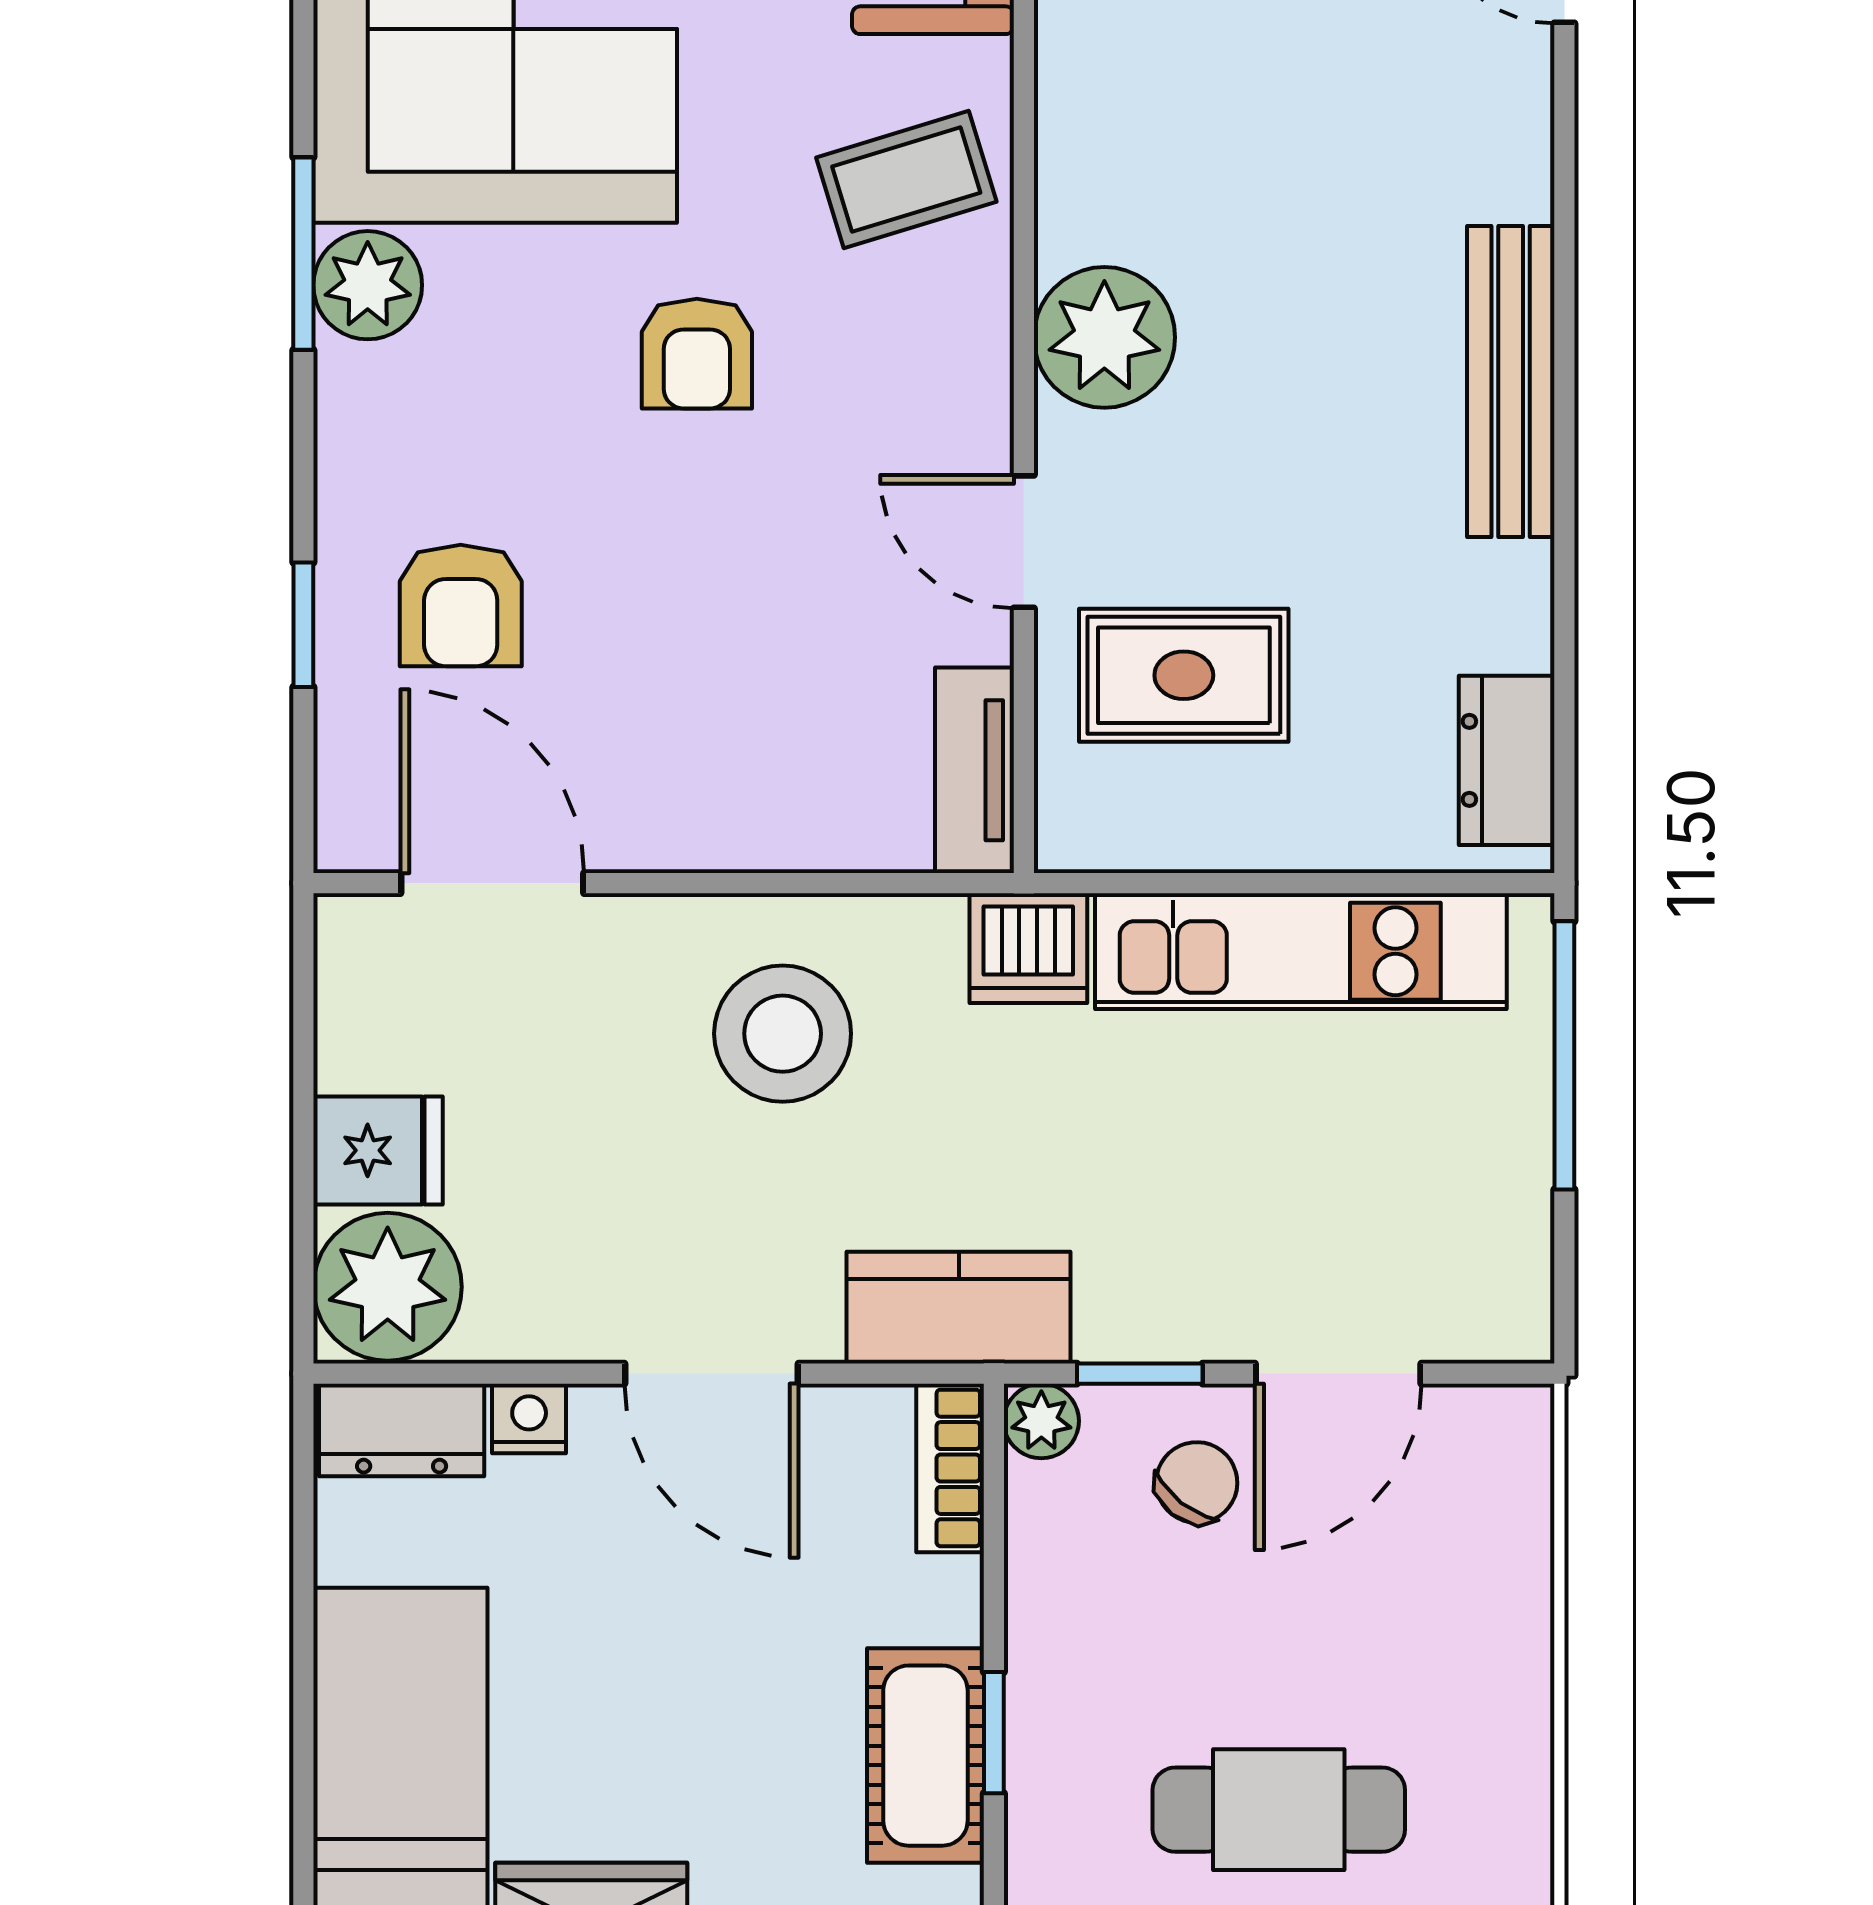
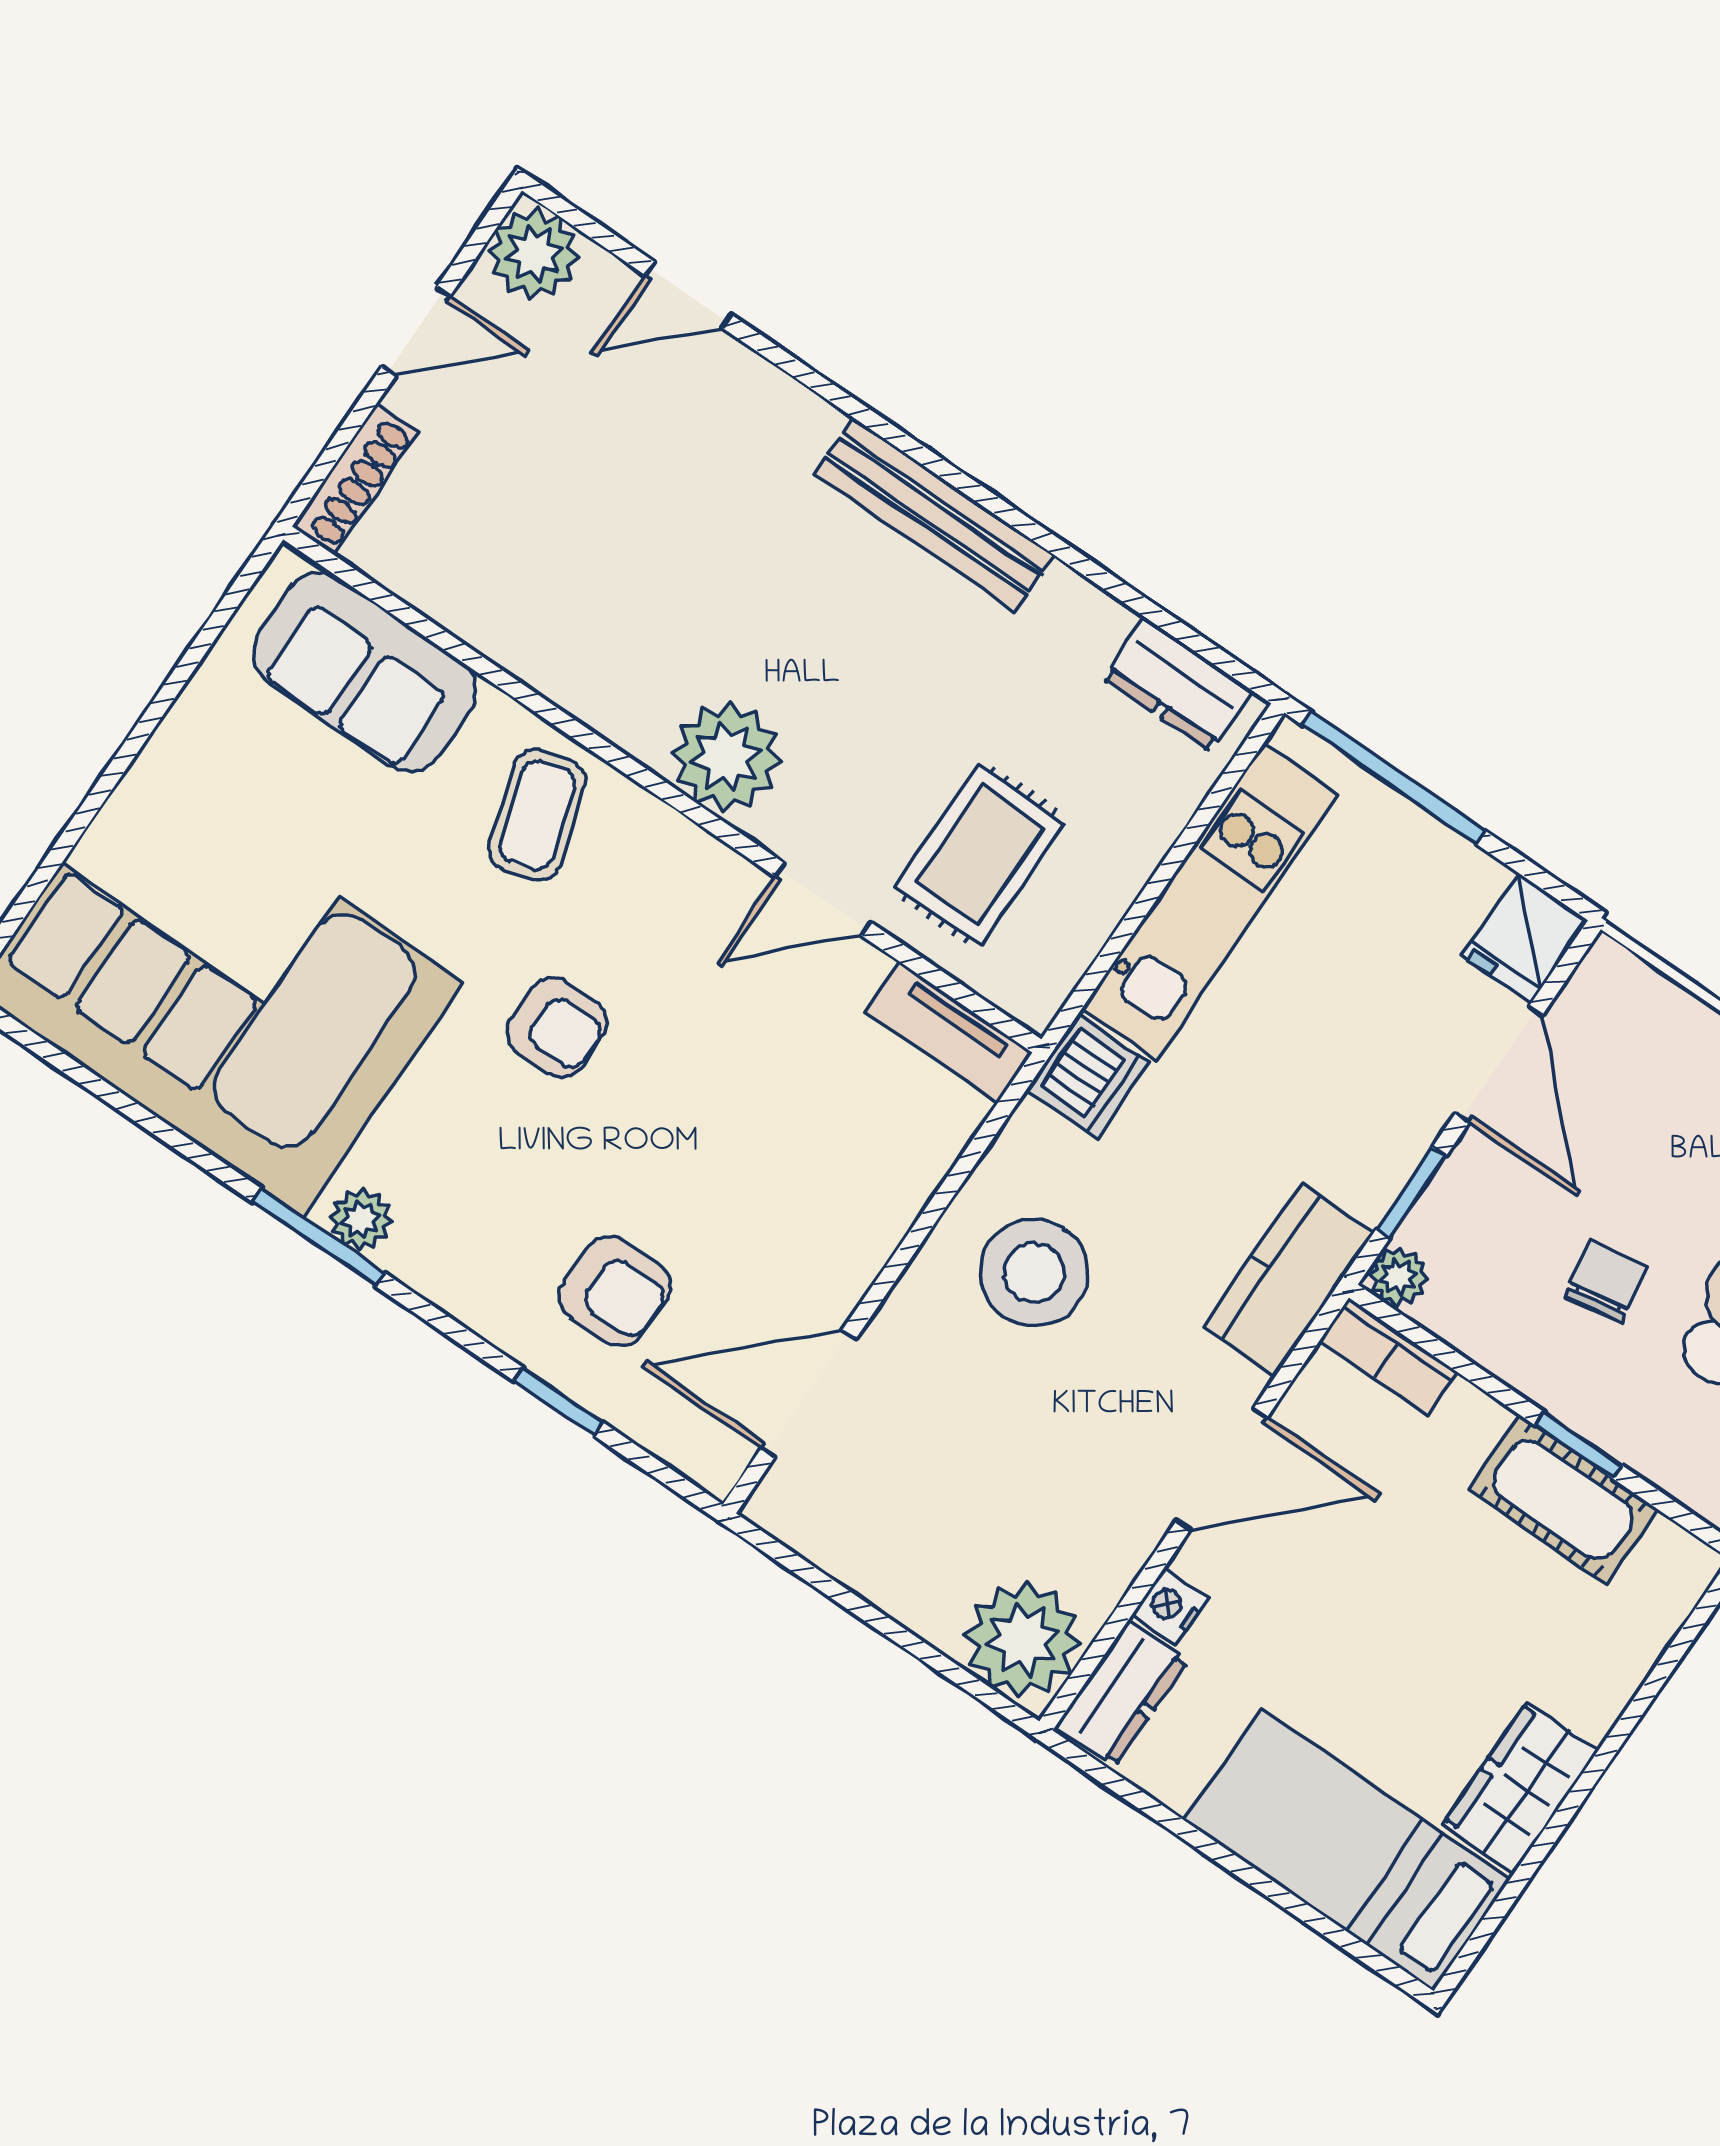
plant: (368, 285) -> (361, 1219), width x0.73, depth x0.73
fridge: (378, 1150) -> (1524, 938), moved, turned 180
chair: (1197, 1482) -> (1606, 1281), moved, turned 42

